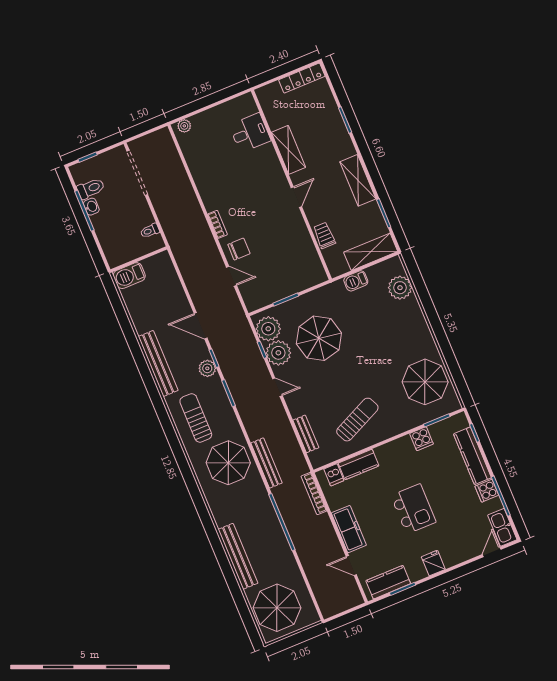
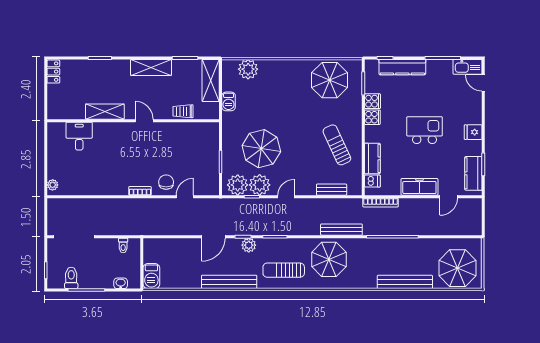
locker: (302, 78) -> (53, 72), width x0.66
washbasin: (91, 207) -> (121, 283), moved
cooker: (487, 491) -> (372, 117), moved, turned -90

